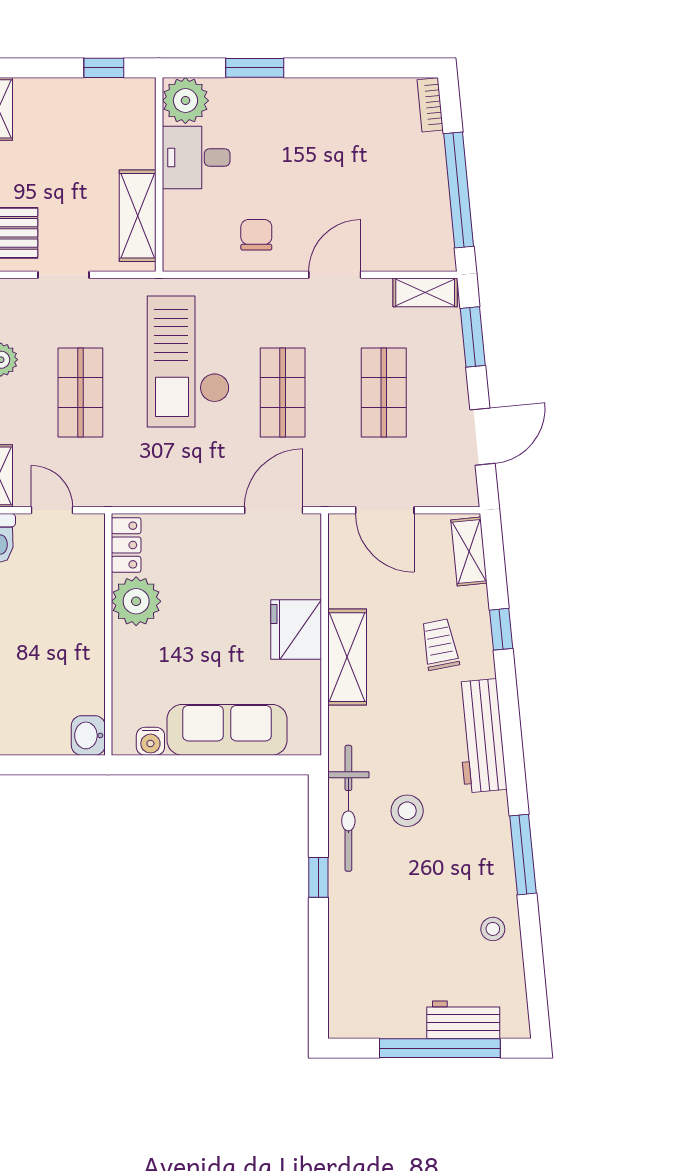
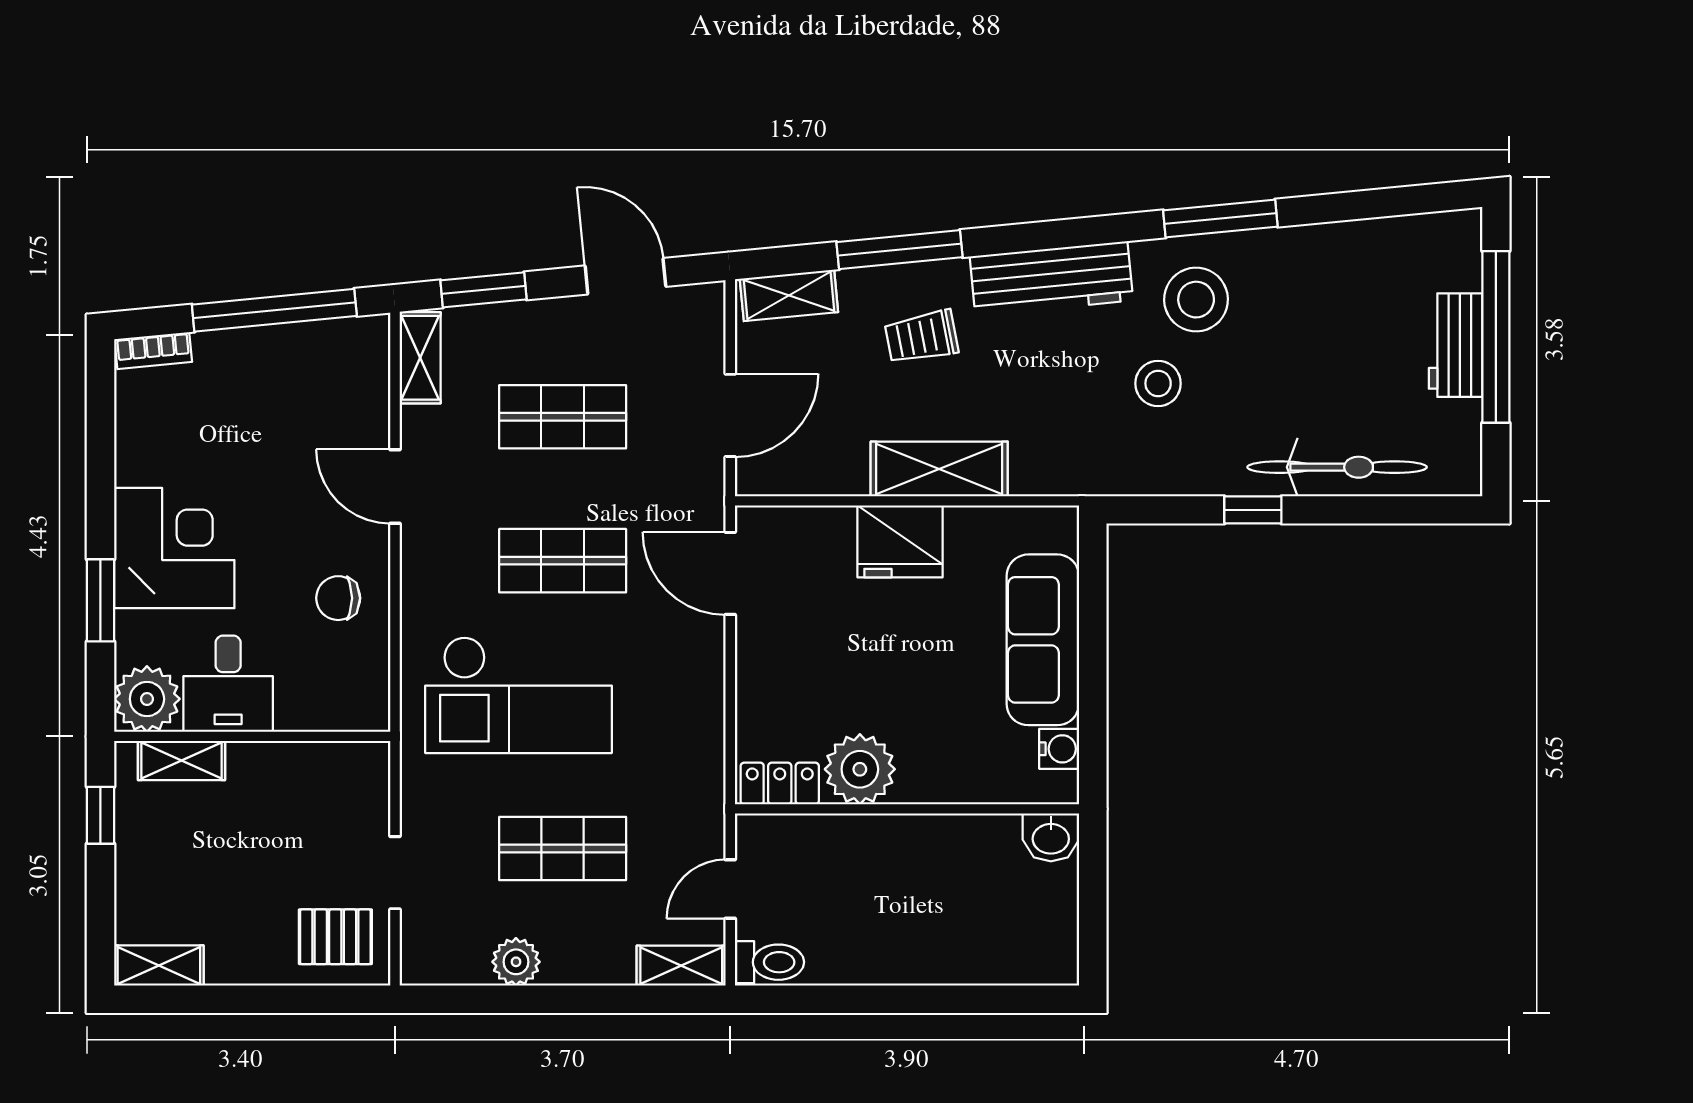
corner desk: (291, 120) -> (174, 548), added
shelving: (138, 216) -> (181, 761), moved, width x0.67, depth x0.75
window: (501, 629) -> (900, 250), width x2.17
bicycle: (348, 808) -> (1337, 467), moved
stool: (493, 929) -> (1196, 300), moved, width x1.89, depth x1.89
workbench: (463, 1020) -> (1456, 345), moved

